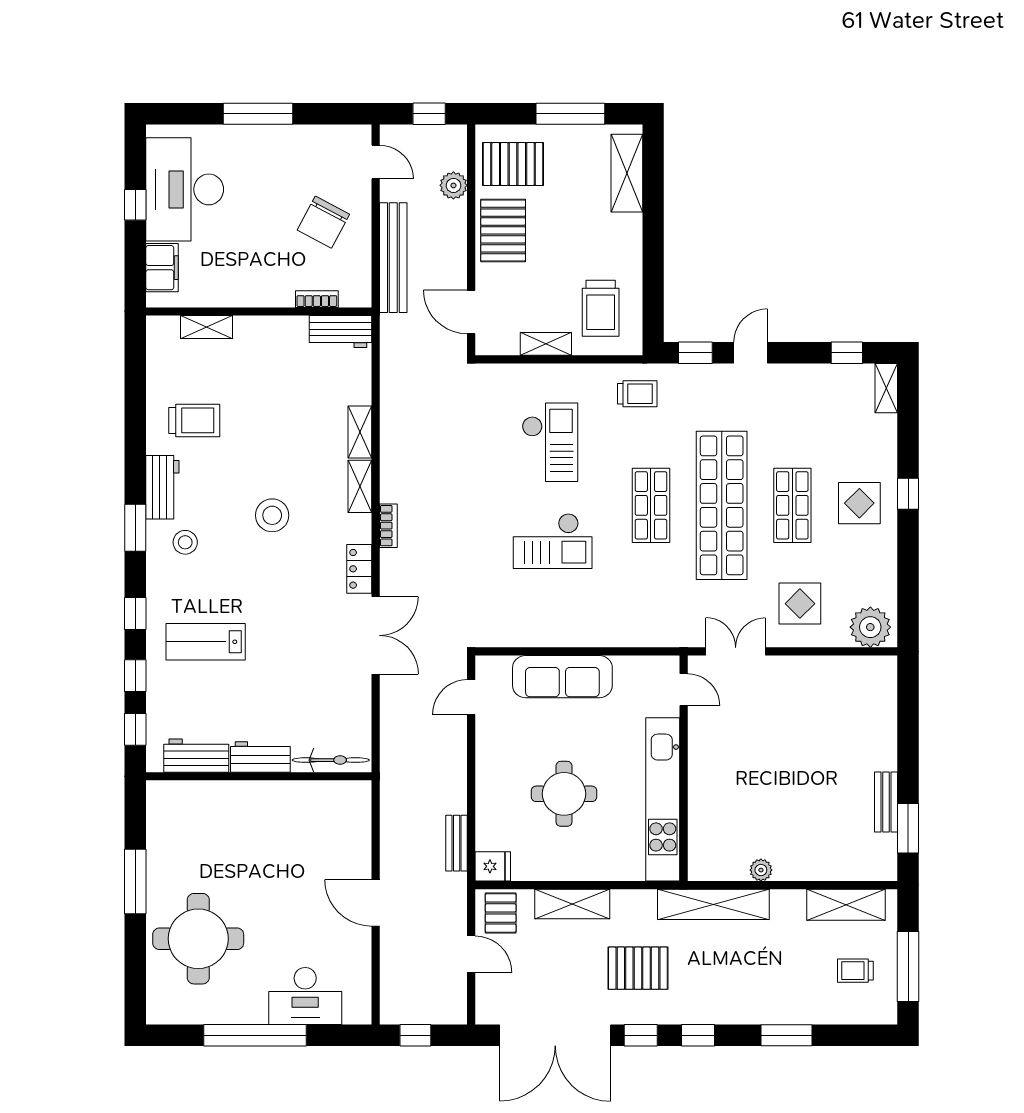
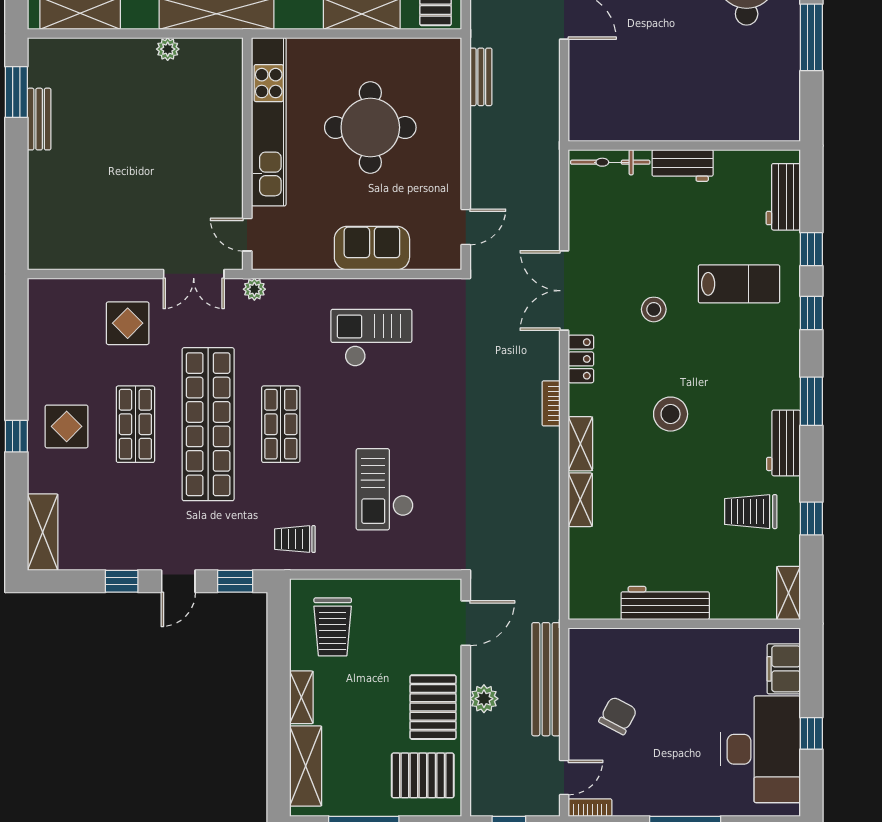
door: (376, 162) -> (564, 777), swing flipped
plant: (453, 185) -> (484, 699), moved
chair: (323, 222) -> (618, 716), width x0.73, depth x0.73
bookcase: (317, 299) -> (590, 808), moved, turned 180
trolley: (601, 308) -> (333, 627), turned 180
door: (471, 312) -> (466, 623), hinge flipped
shelving: (207, 327) -> (788, 593), moved, turned 90
workbench: (340, 332) -> (665, 603), moved, width x1.38
shelving: (546, 344) -> (301, 697), moved, turned 90
window: (847, 353) -> (122, 581), moved
shelving: (886, 388) -> (43, 532), width x1.50, depth x1.33
checkout: (553, 541) -> (371, 338), moved
stool: (185, 542) -> (654, 309), moved
plant: (870, 627) -> (254, 289), moved, width x0.53, depth x0.53
sofa: (562, 677) -> (372, 248), width x0.73
window: (135, 729) -> (811, 518), moved
workbench: (196, 756) -> (783, 197), moved, turned 90
round table: (564, 794) -> (370, 127), width x1.36, depth x1.36
fridge: (493, 866) -> (444, 53), removed

